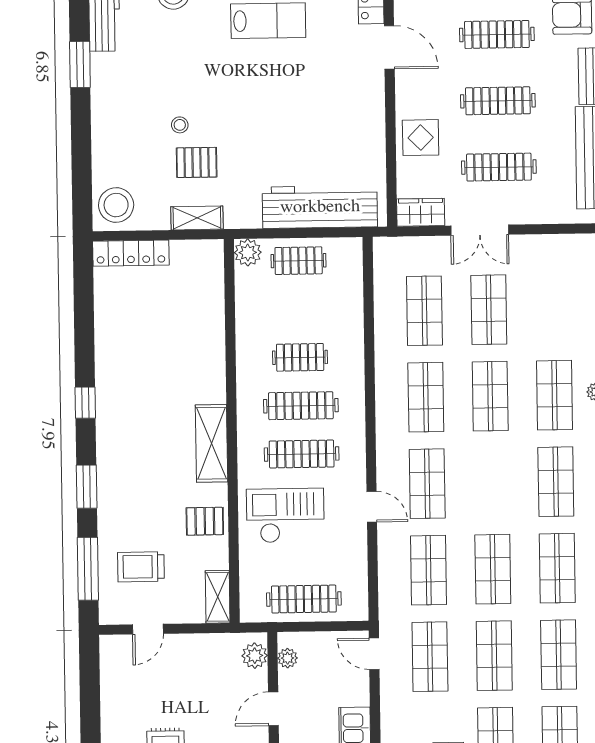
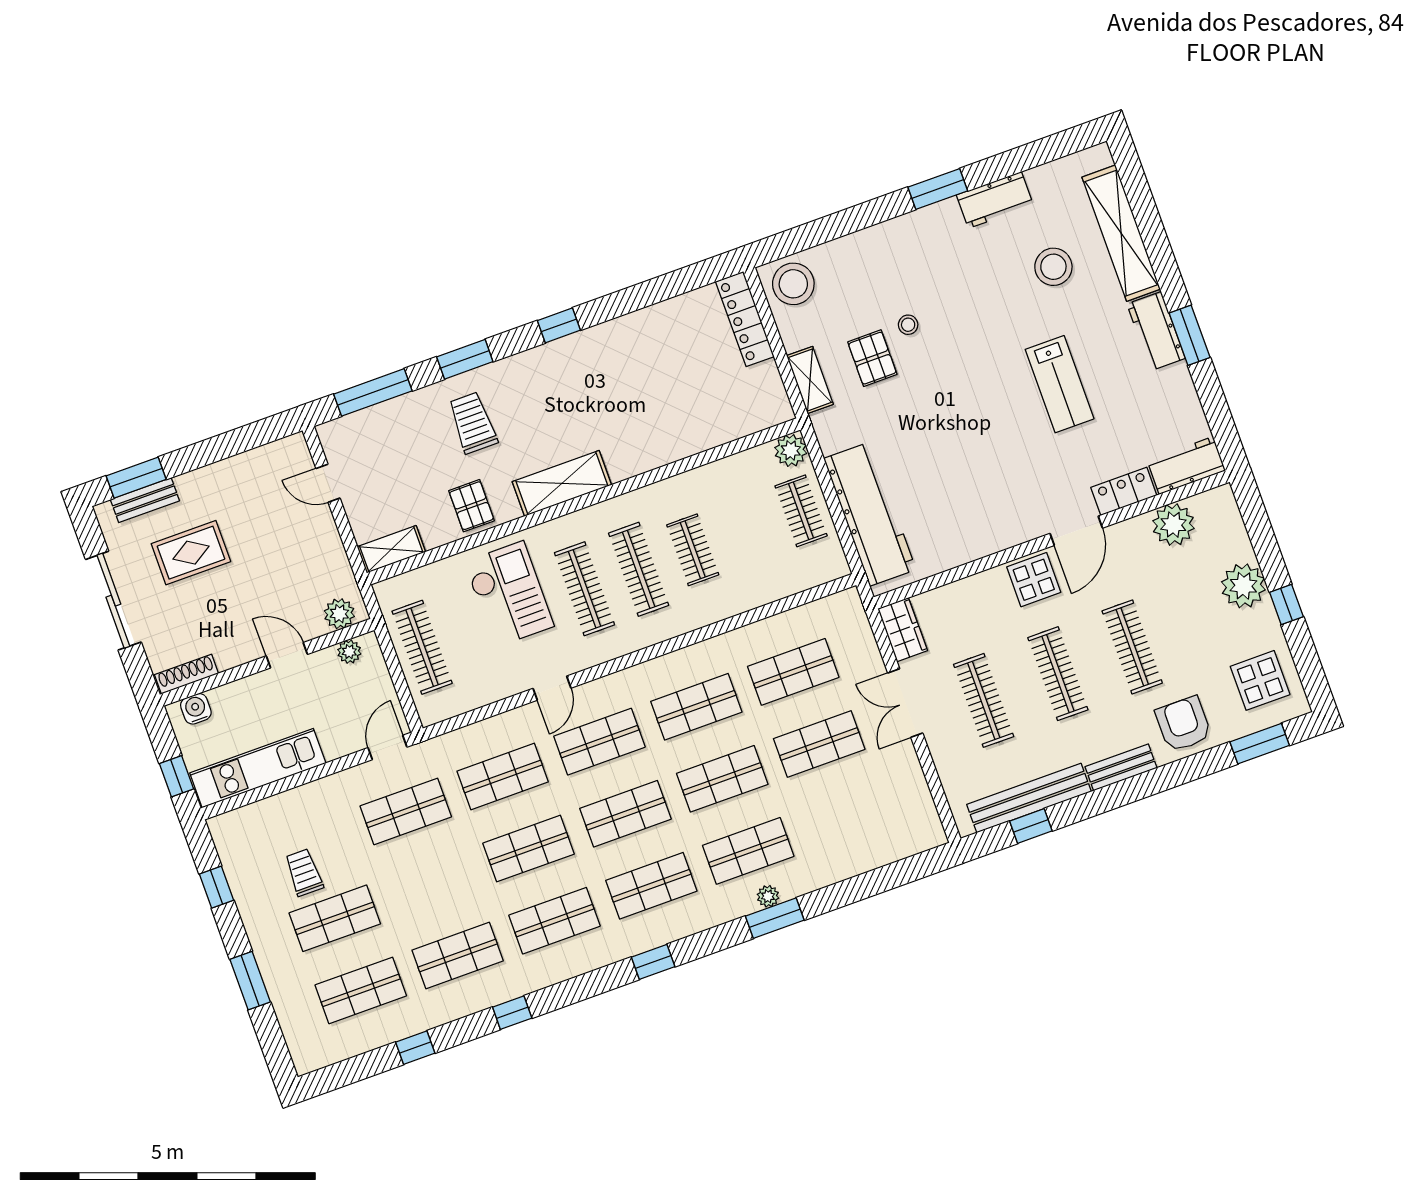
display table: (421, 138) -> (1034, 580), moved
trolley: (141, 567) -> (473, 423), moved
shop shelf: (494, 656) -> (625, 814), moved

